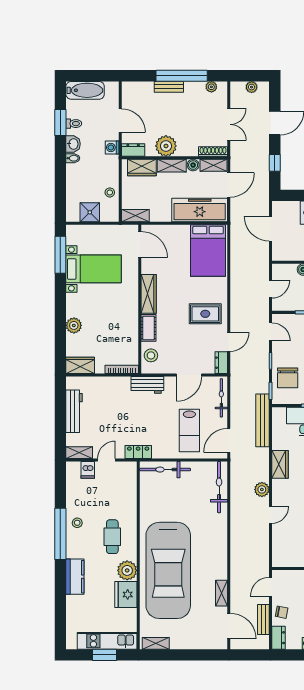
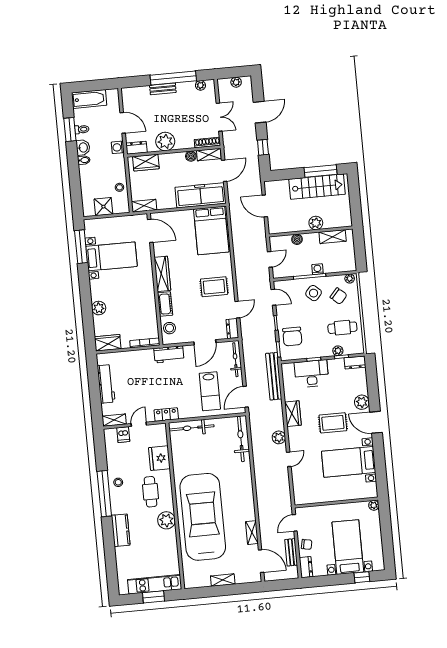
shelving: (172, 166) -> (172, 158), removed
car: (168, 570) -> (203, 517), turned 180
fridge: (126, 594) -> (159, 458), moved
shelving: (156, 643) -> (223, 580), moved

